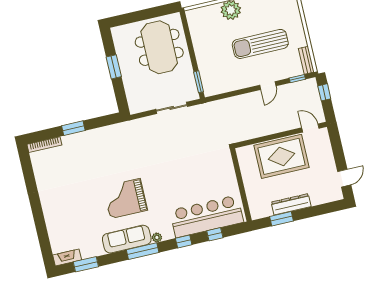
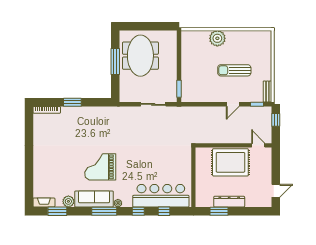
sun lounger: (260, 44) -> (234, 70), width x0.73, depth x0.75
meeting table: (159, 47) -> (140, 56), moved
window: (114, 67) -> (115, 62), width x1.44
plant: (96, 249) -> (68, 201), added

